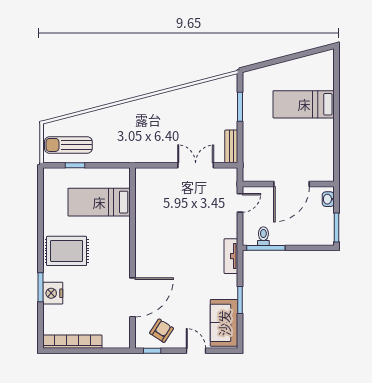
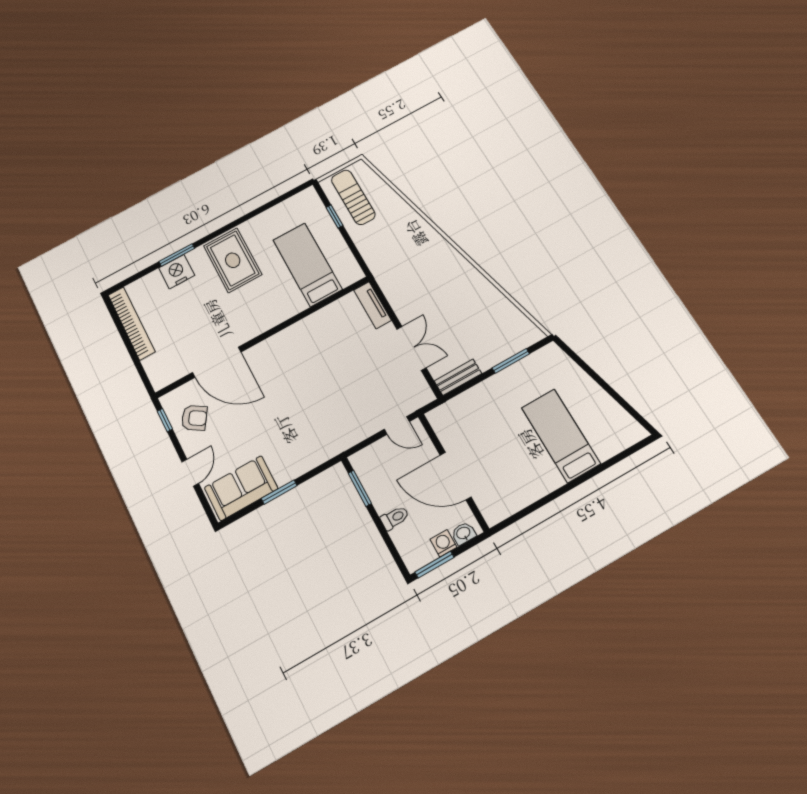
washing machine: (327, 215) -> (444, 543), added
toilet: (263, 236) -> (395, 518), moved
window: (266, 248) -> (360, 488), width x0.69
tv unit: (231, 256) -> (373, 305), moved, turned -90

